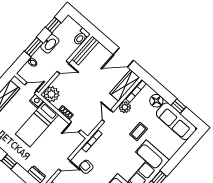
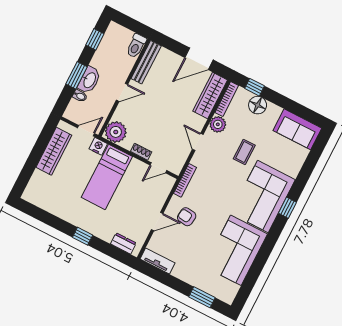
washbasin: (50, 44) -> (89, 80), moved
window: (179, 106) -> (255, 87), moved
sofa: (176, 121) -> (297, 129), width x0.73

